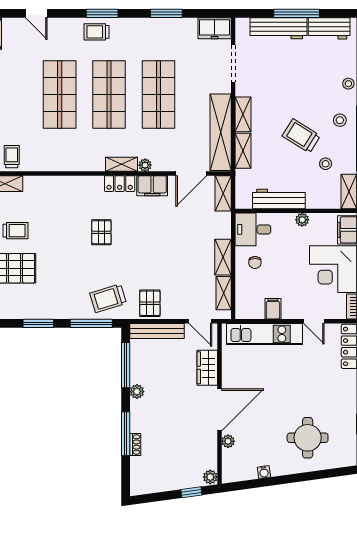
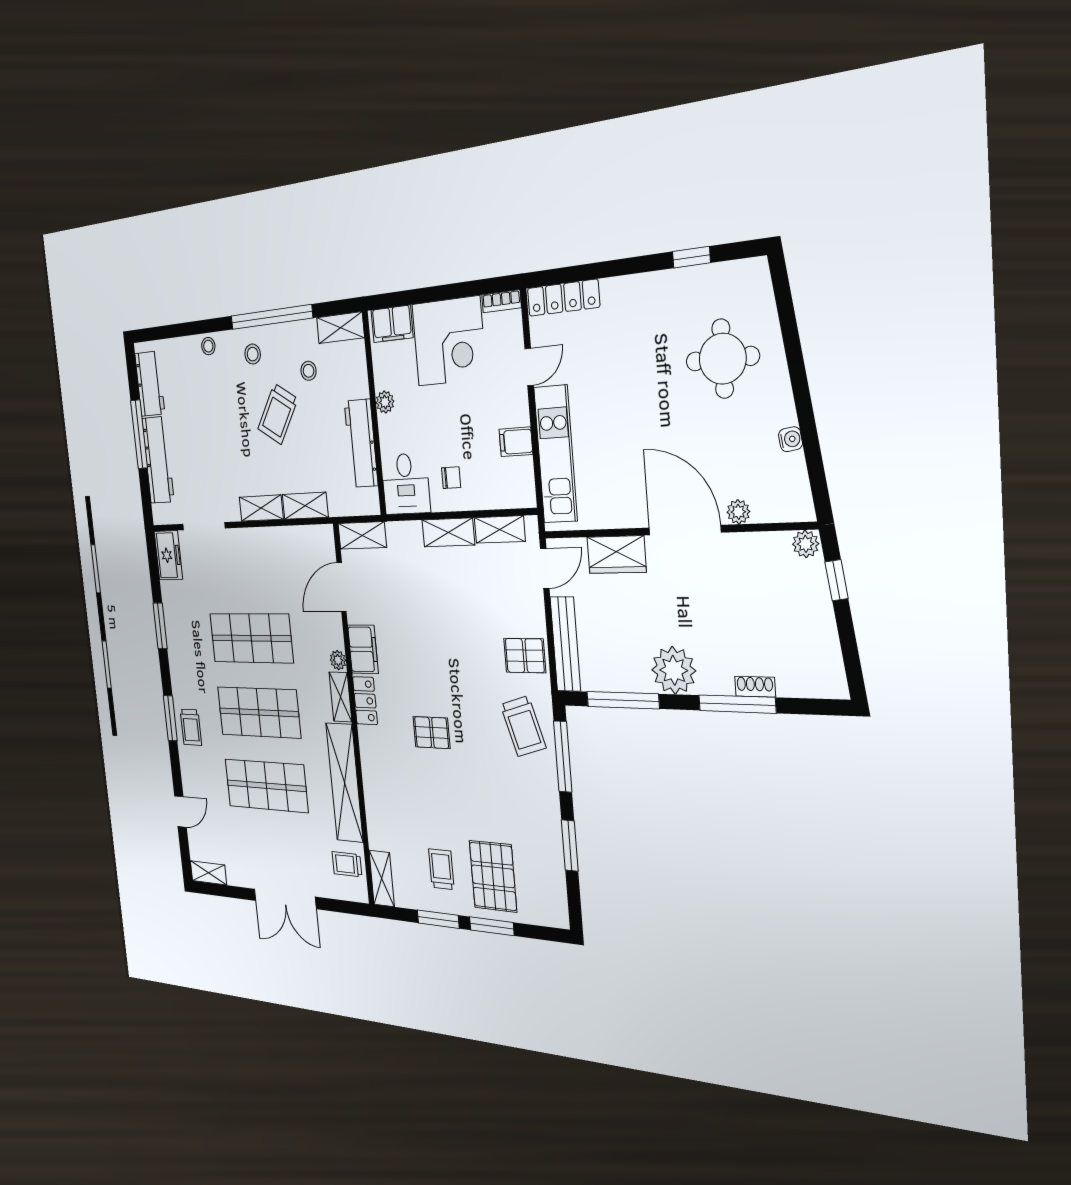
shelving: (221, 132) -> (345, 783), moved, turned 90
door: (191, 174) -> (342, 587), swing flipped
plant: (137, 392) -> (674, 670), width x1.88, depth x1.88

